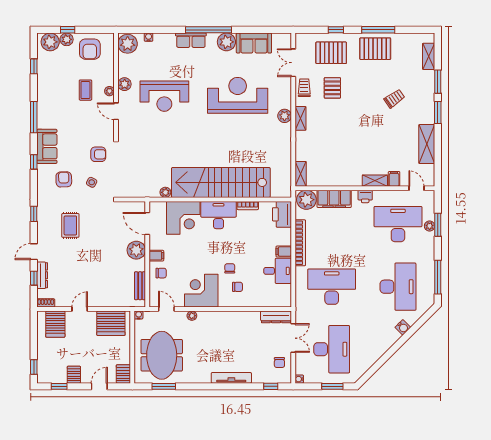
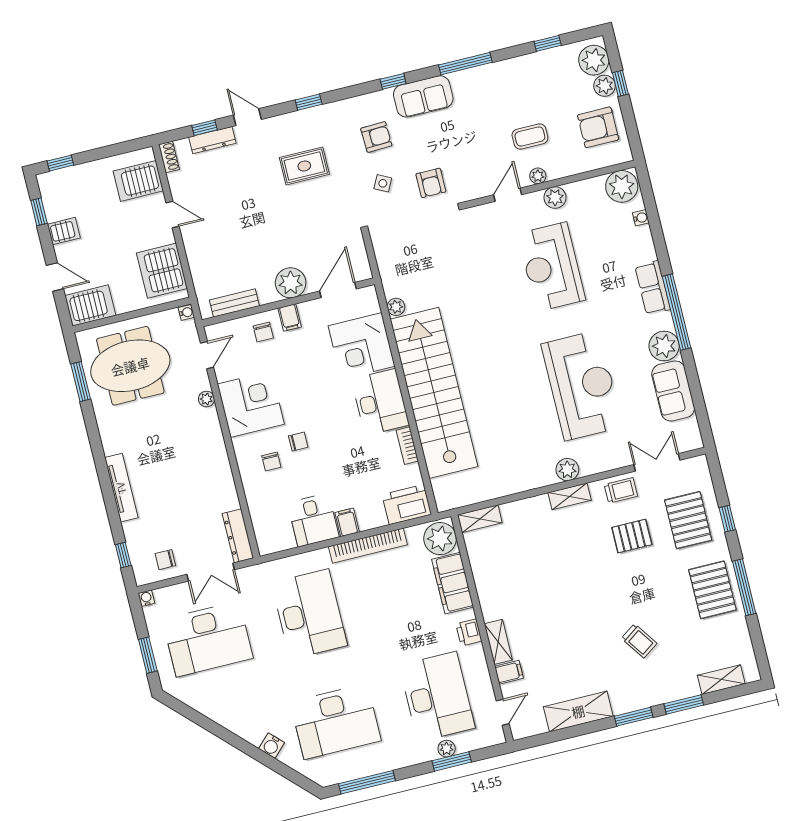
server rack: (123, 374) -> (90, 305), width x1.36, depth x1.44

